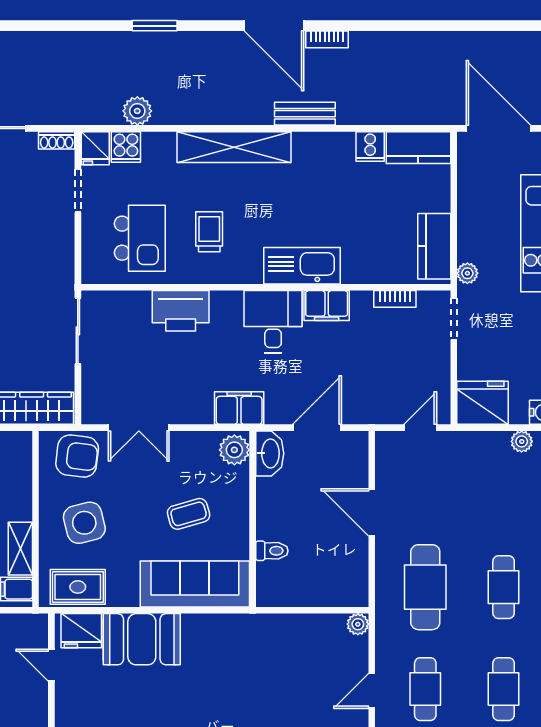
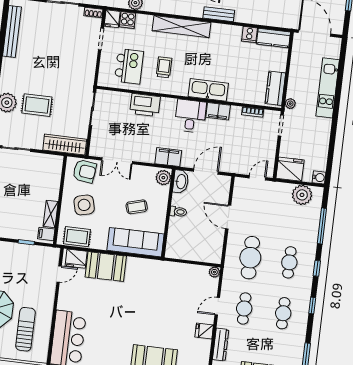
plant: (522, 441) -> (302, 195), width x1.87, depth x1.87
toilet: (272, 551) -> (178, 212), moved
door: (51, 665) -> (59, 274), swing flipped

